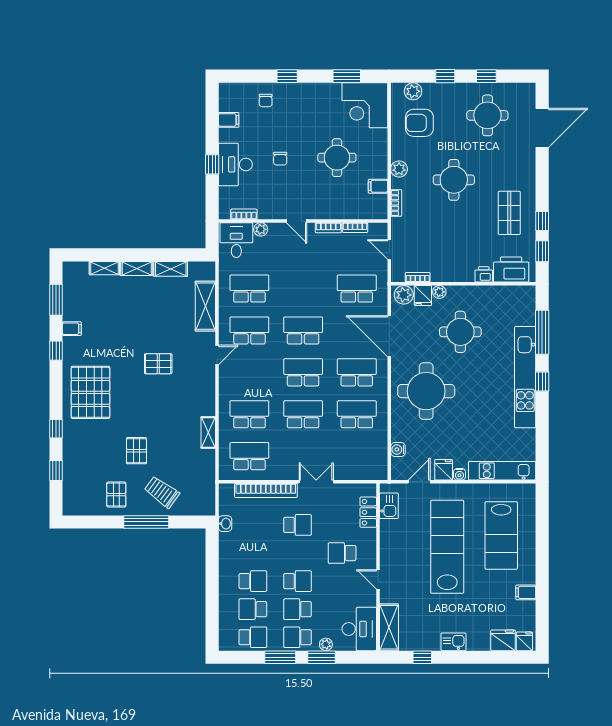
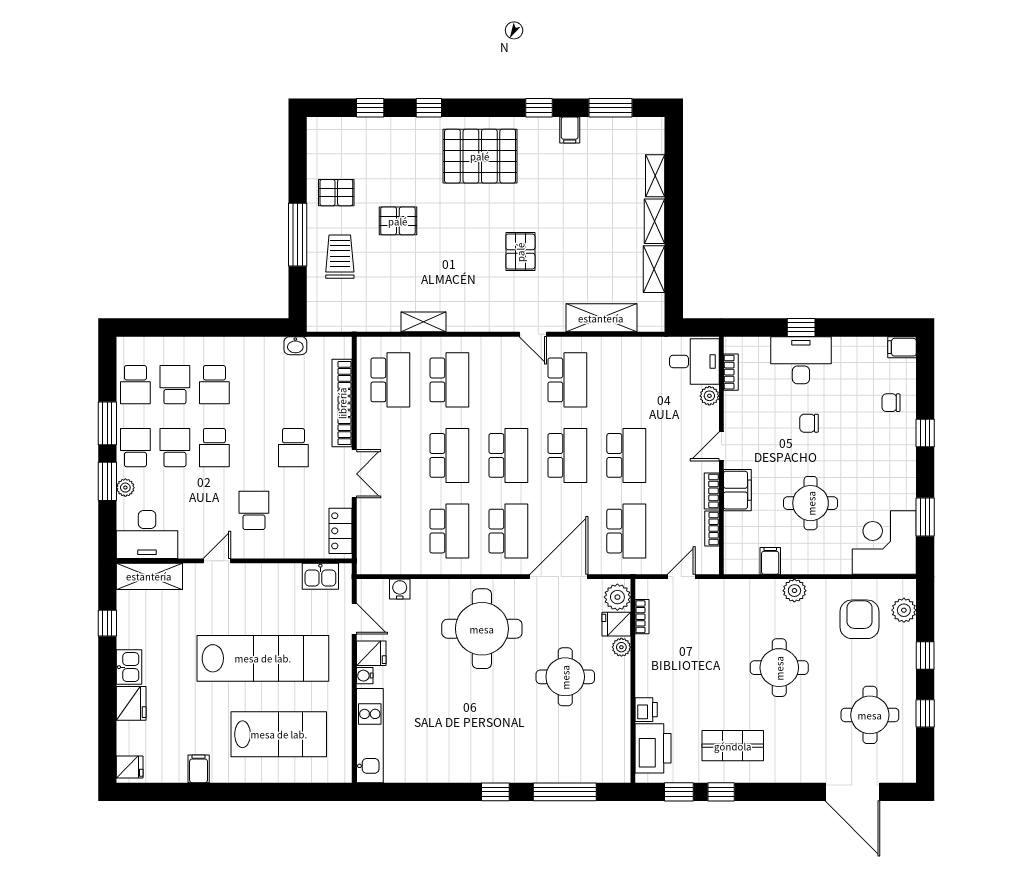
filing cabinet: (229, 120) -> (902, 347), moved, turned 90
bookcase: (396, 203) -> (747, 587), removed
filing cabinet: (328, 210) -> (737, 490), added
school desk: (249, 289) -> (626, 455), moved
kitchen unit: (525, 377) -> (502, 768), removed
trolley: (162, 492) -> (340, 257), turned -36
locker: (368, 512) -> (341, 531), moved, turned -90
lab bench: (501, 535) -> (279, 734), turned 180
fridge: (503, 640) -> (131, 703), moved

